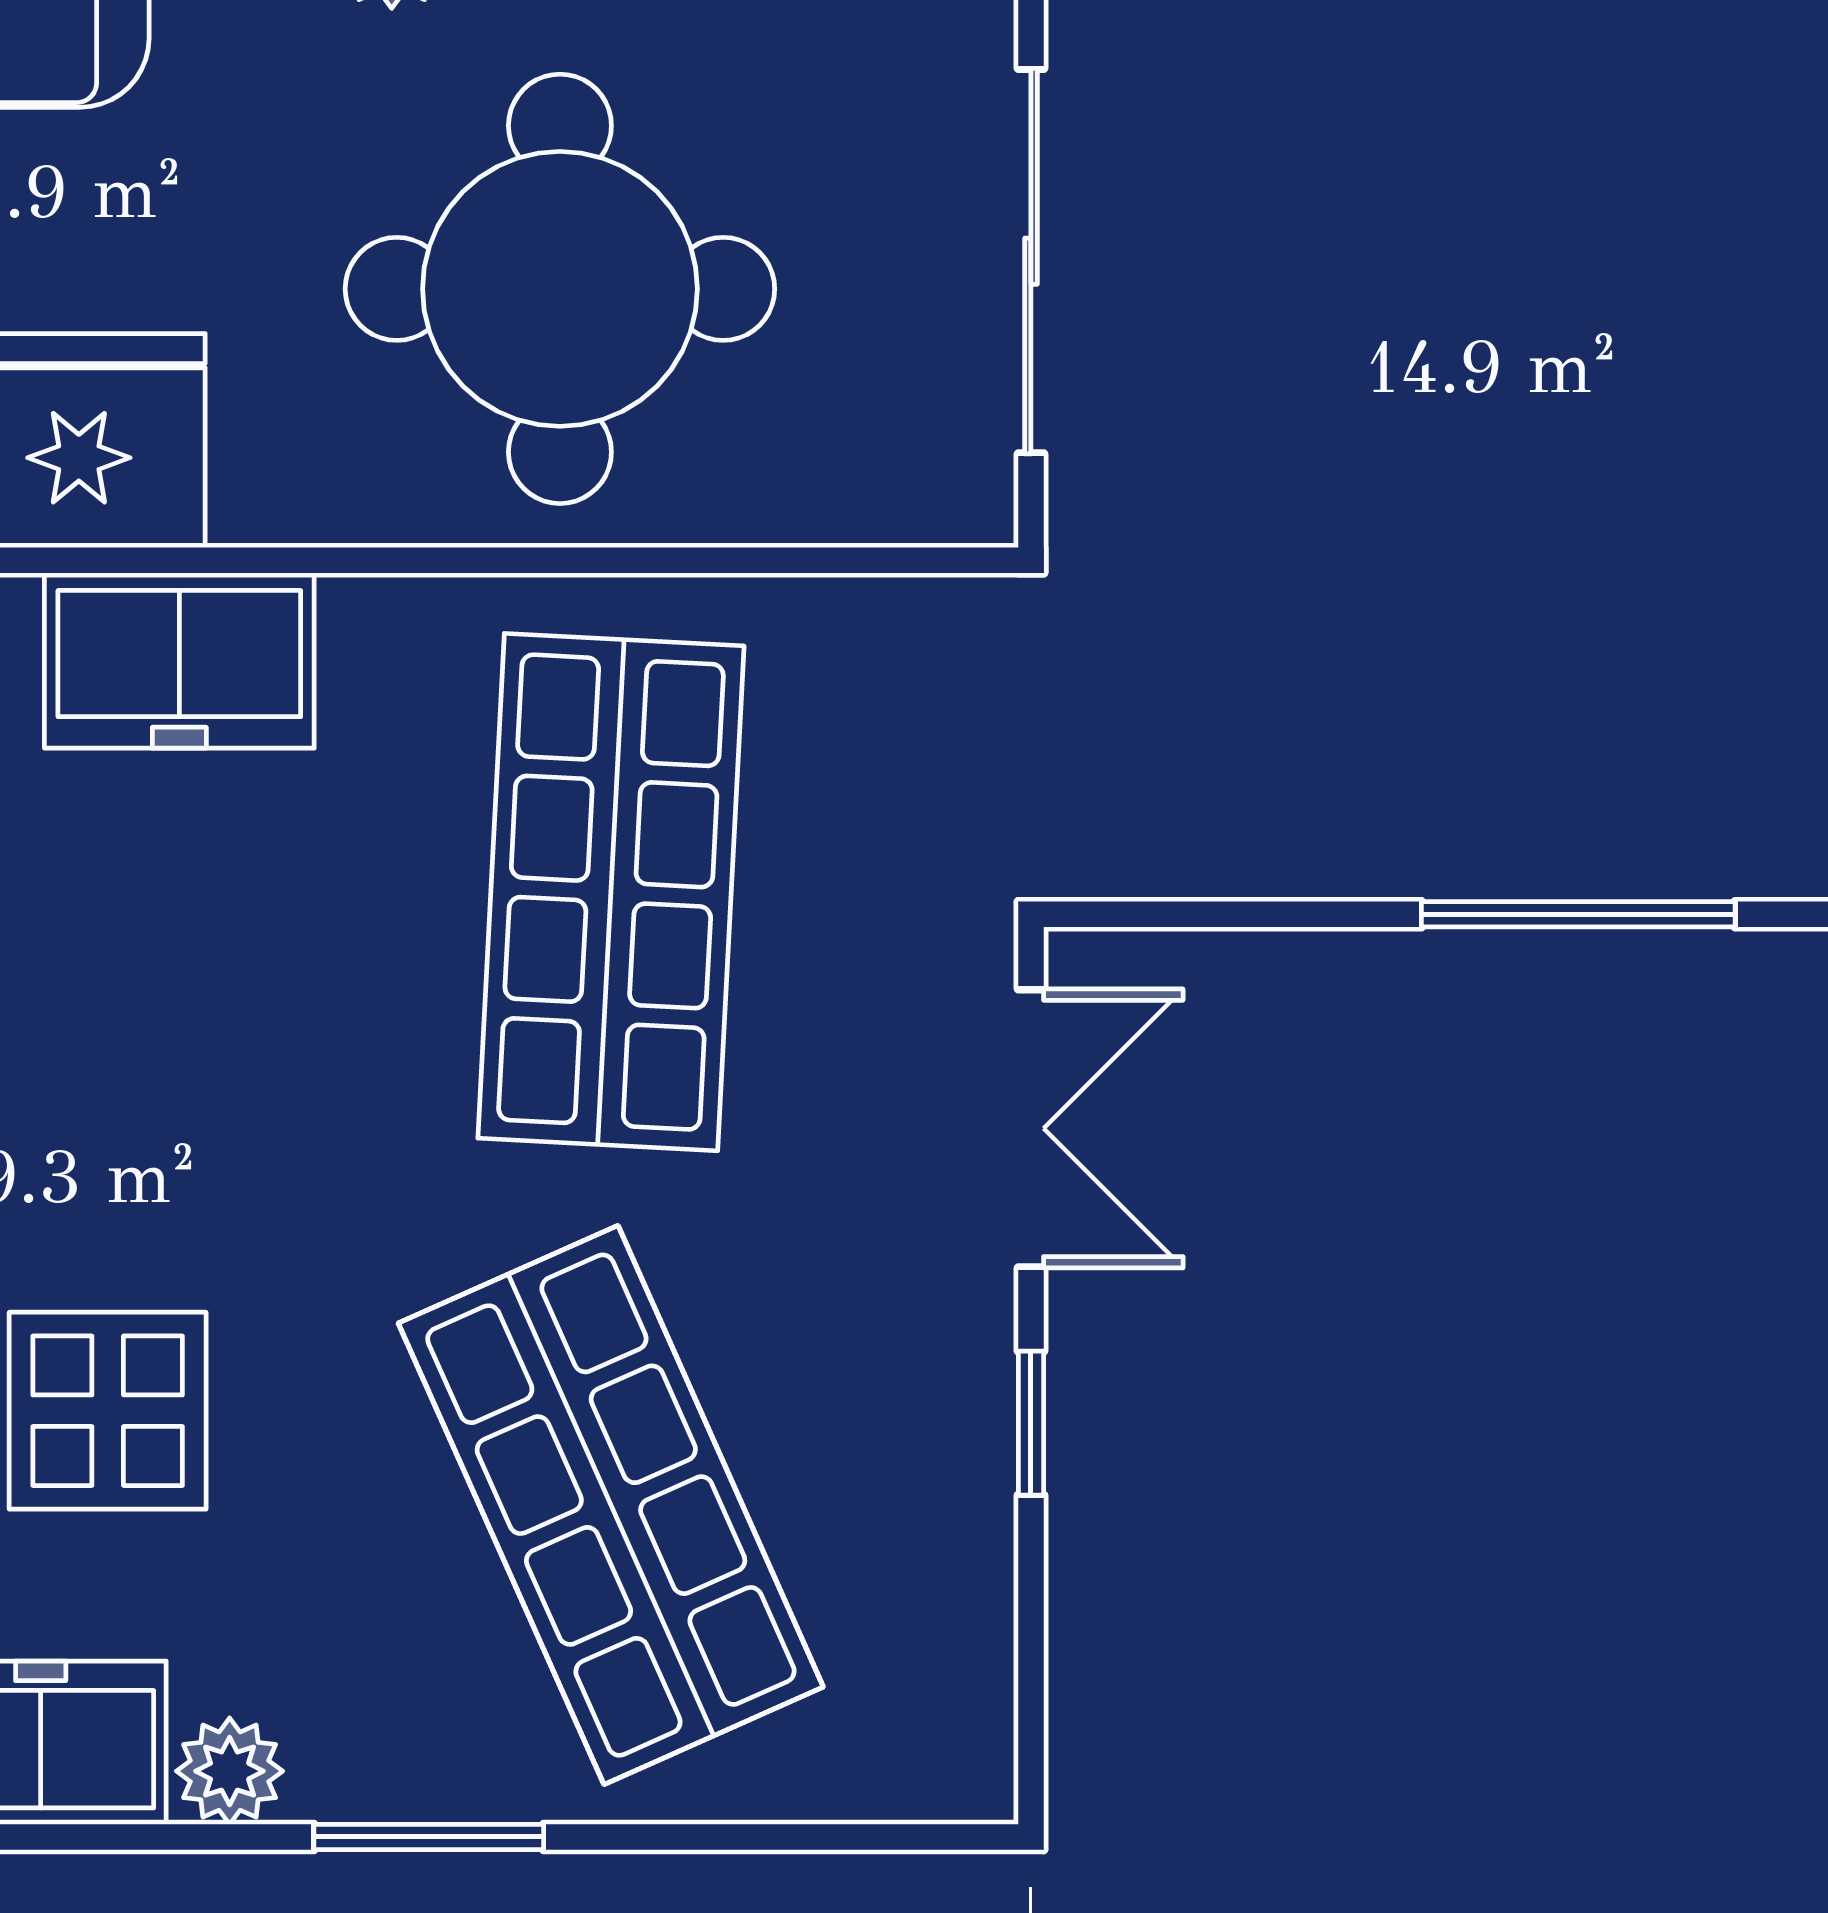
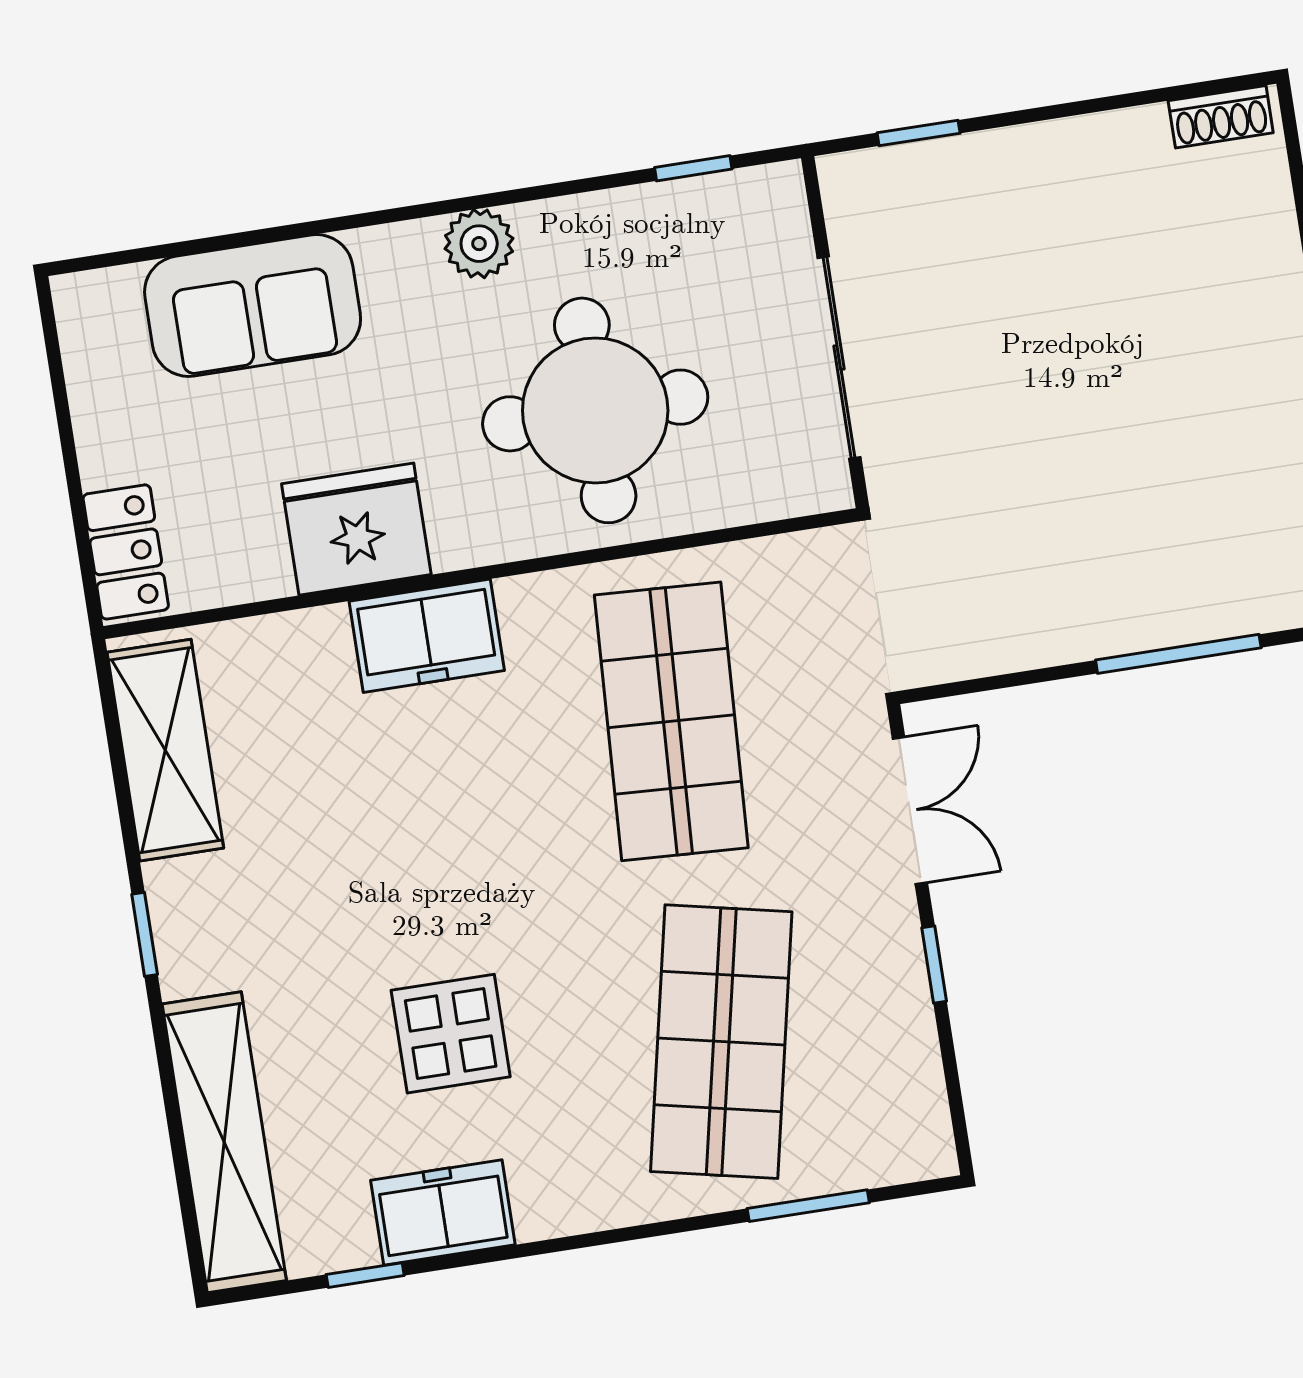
shop shelf: (611, 1505) -> (721, 1042), turned 36
plant: (230, 1771) -> (544, 1212), removed
window: (429, 1837) -> (808, 1206), moved

